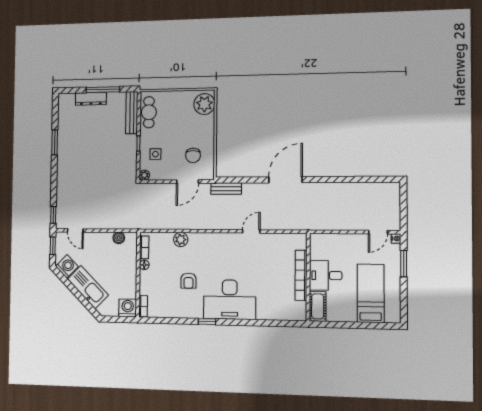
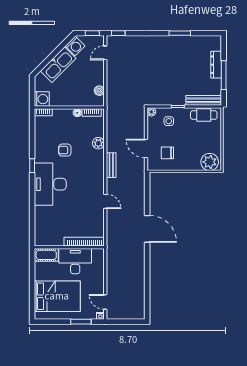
bench: (226, 189) -> (111, 165), moved
bookcase: (301, 275) -> (84, 242), moved
desk: (326, 275) -> (75, 261), width x1.37
bed: (371, 293) -> (57, 296), width x1.50

